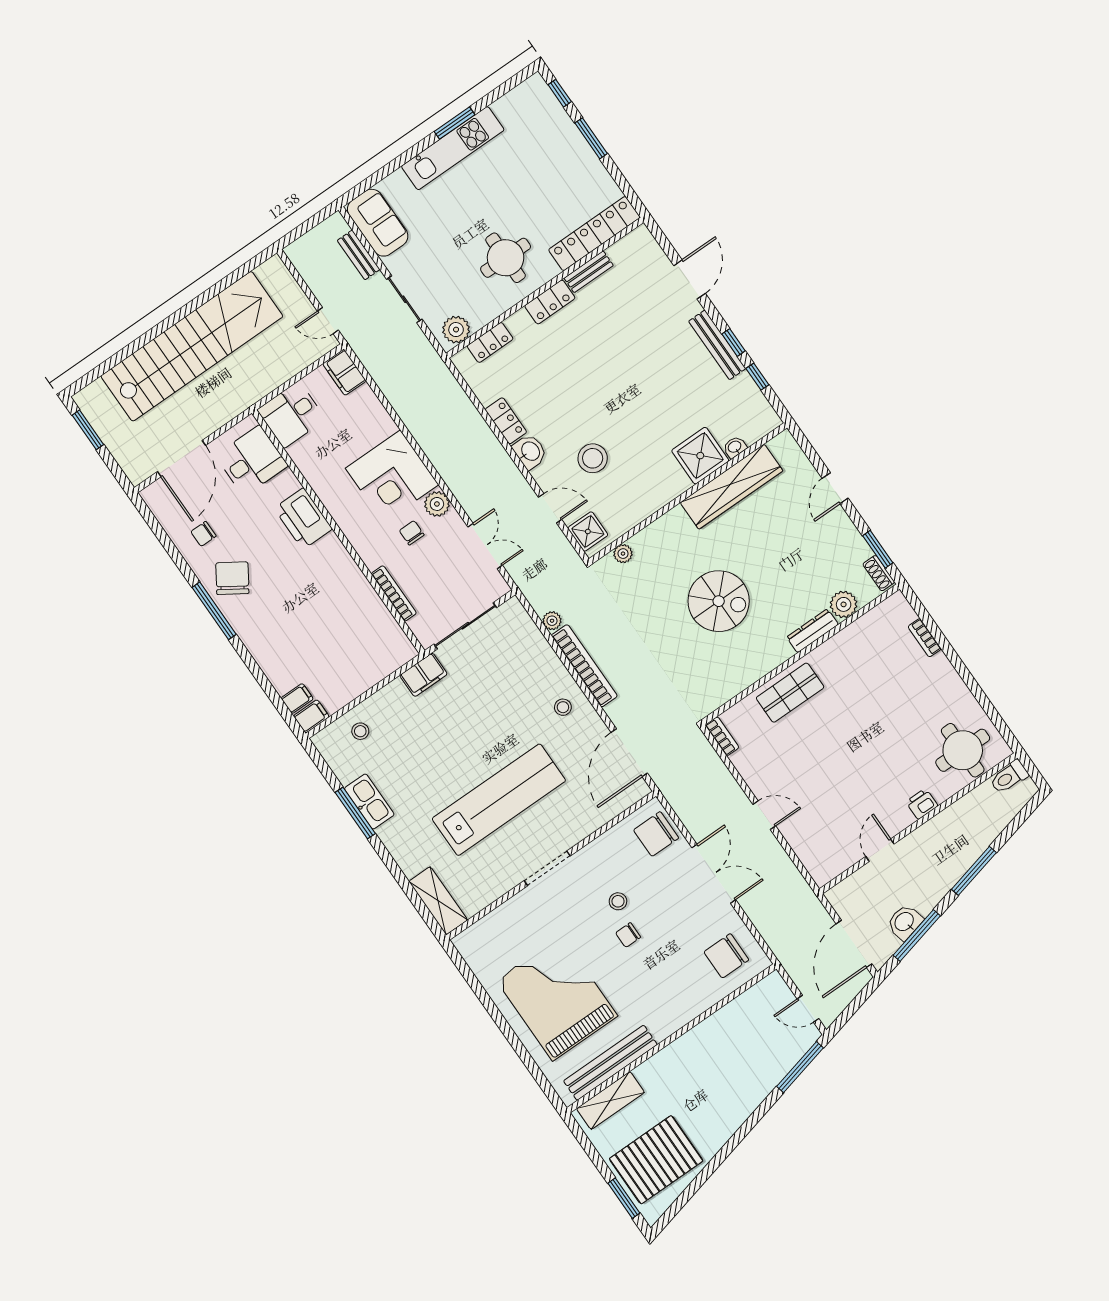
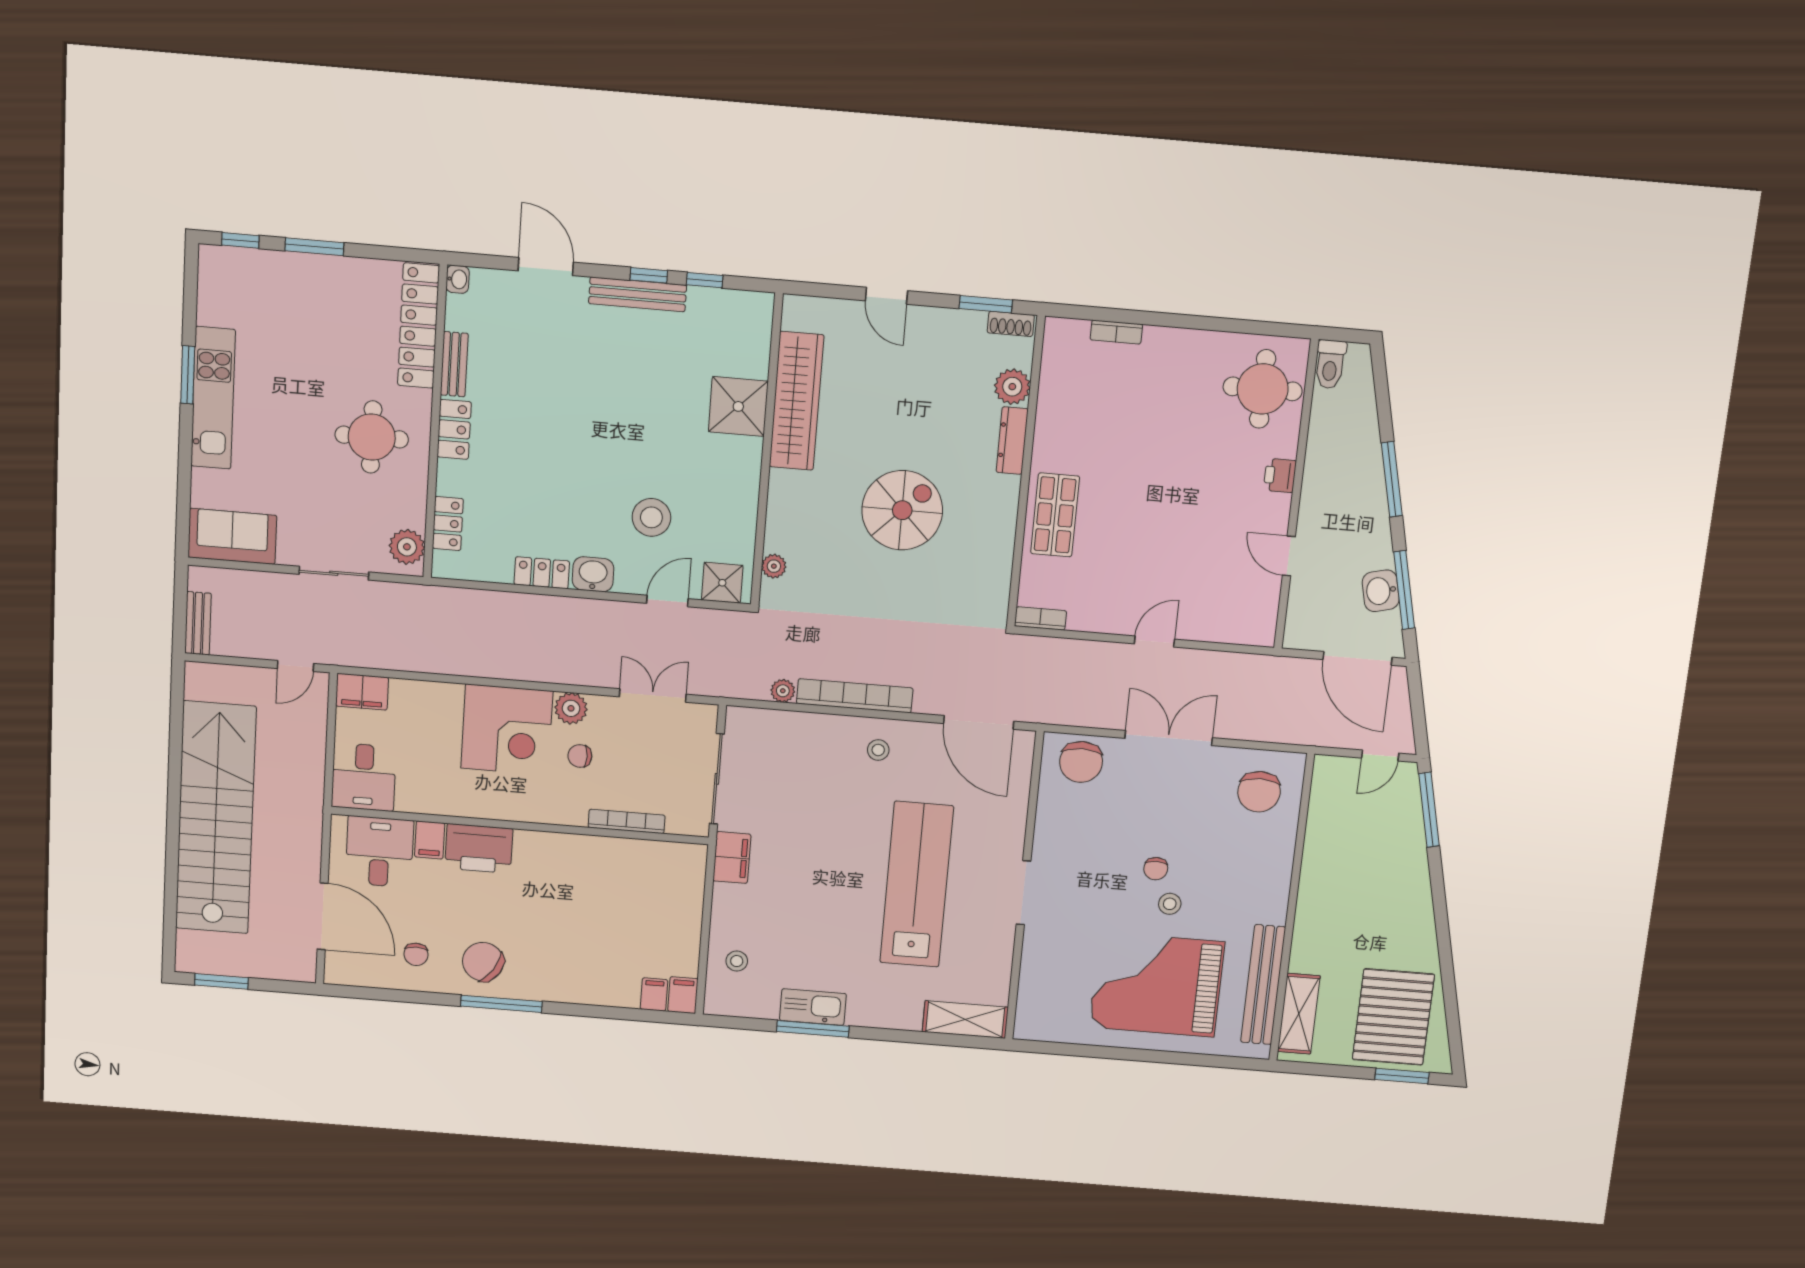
bench: (359, 255) -> (198, 623), moved, turned 90
washbasin: (735, 447) -> (458, 279), moved, turned 180
filing cabinet: (284, 485) -> (430, 840), added
stool: (618, 901) -> (1170, 904), moved

